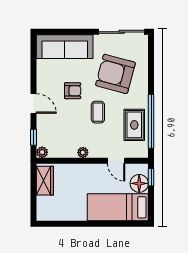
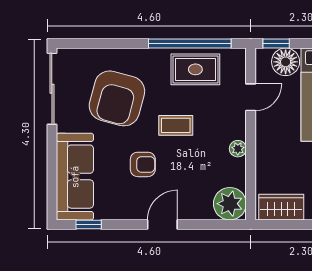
armchair: (73, 91) -> (143, 164), turned 90
window: (34, 137) -> (89, 224), moved
plant: (42, 152) -> (230, 204), width x1.88, depth x1.88

